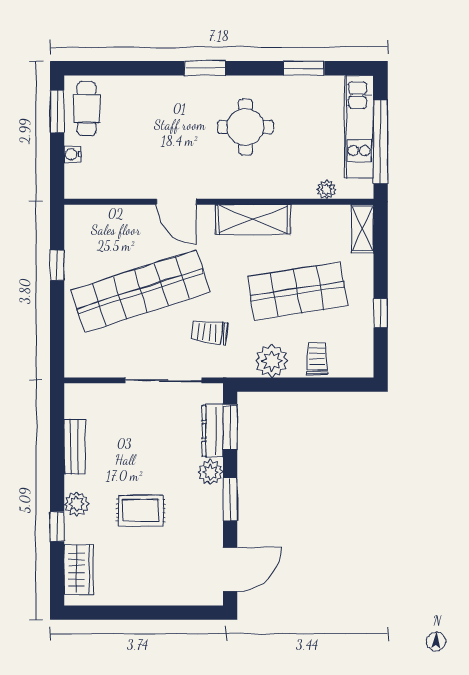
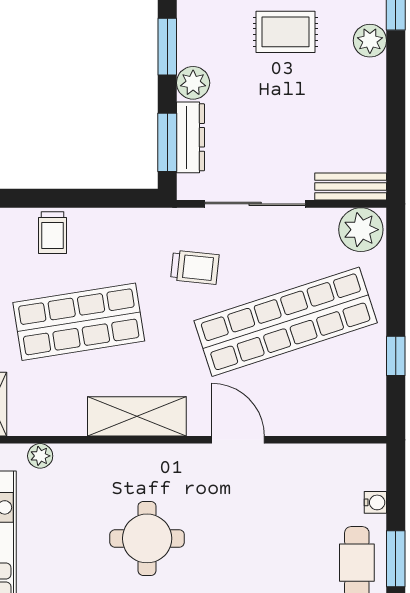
plant: (272, 361) -> (361, 230), moved
bench: (75, 447) -> (351, 186), moved, turned 90

